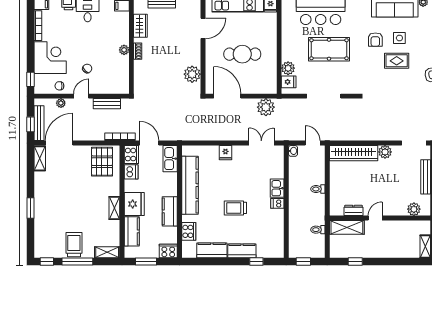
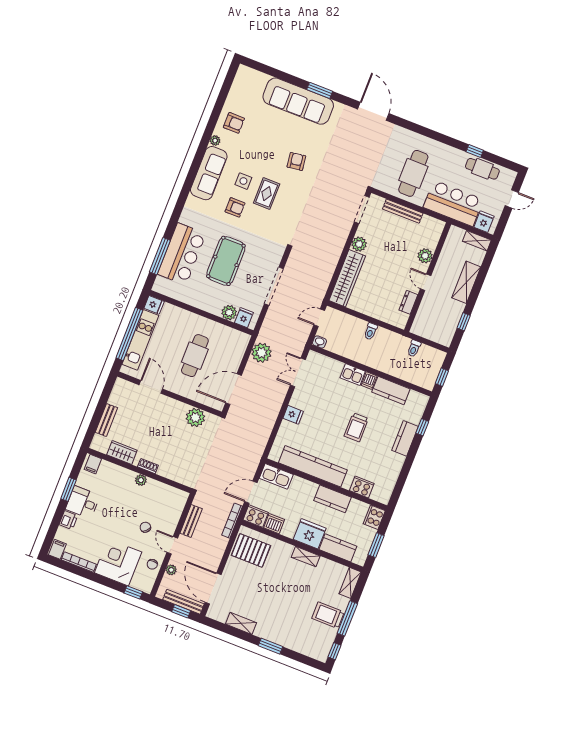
shelving: (40, 158) -> (241, 623), moved
plant: (414, 209) -> (425, 256), moved
shelving: (347, 227) -> (466, 282), moved
kitchen counter: (212, 250) -> (391, 391), moved, turned -90

